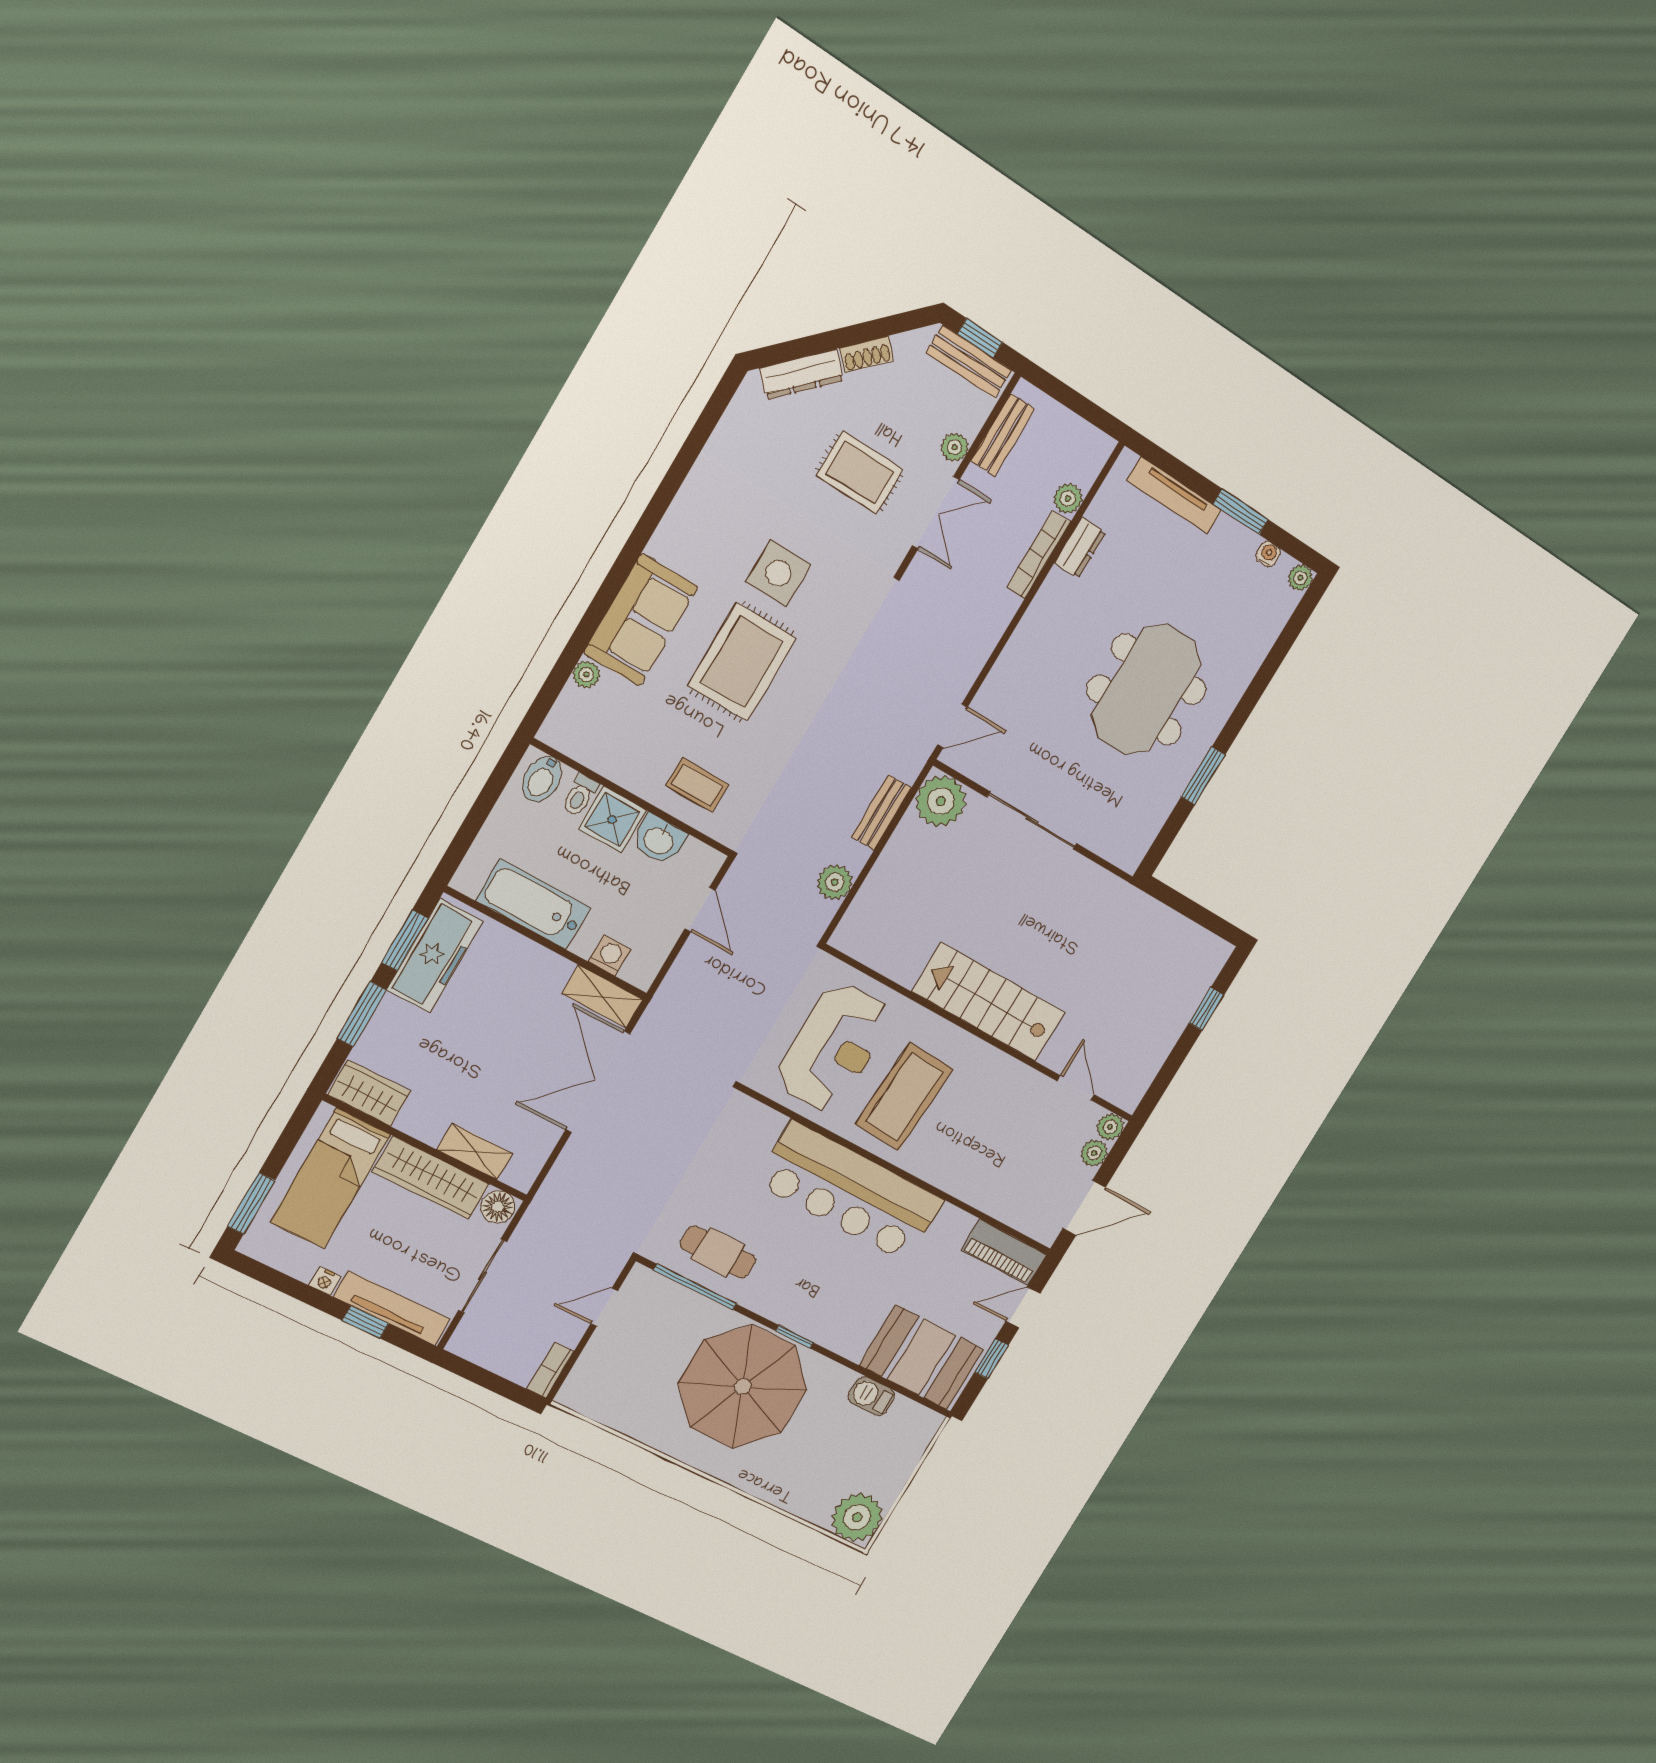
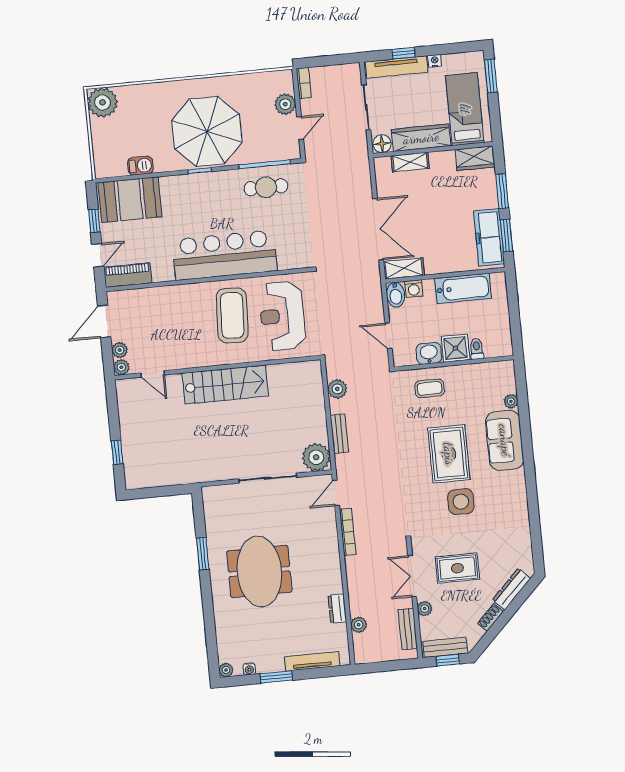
bookcase: (1039, 555) -> (348, 532), moved
bidet: (542, 779) -> (396, 295), moved, turned 180
plant: (600, 1356) -> (285, 104), added

